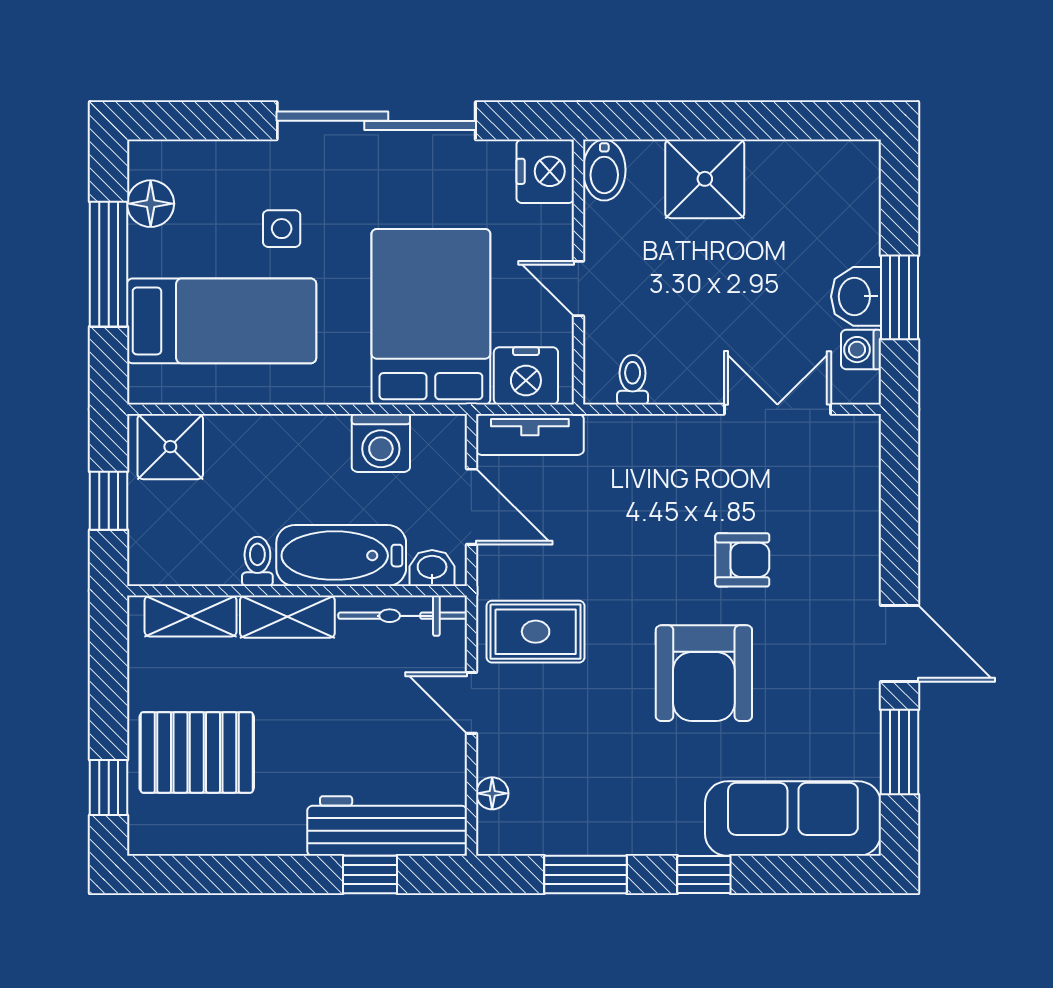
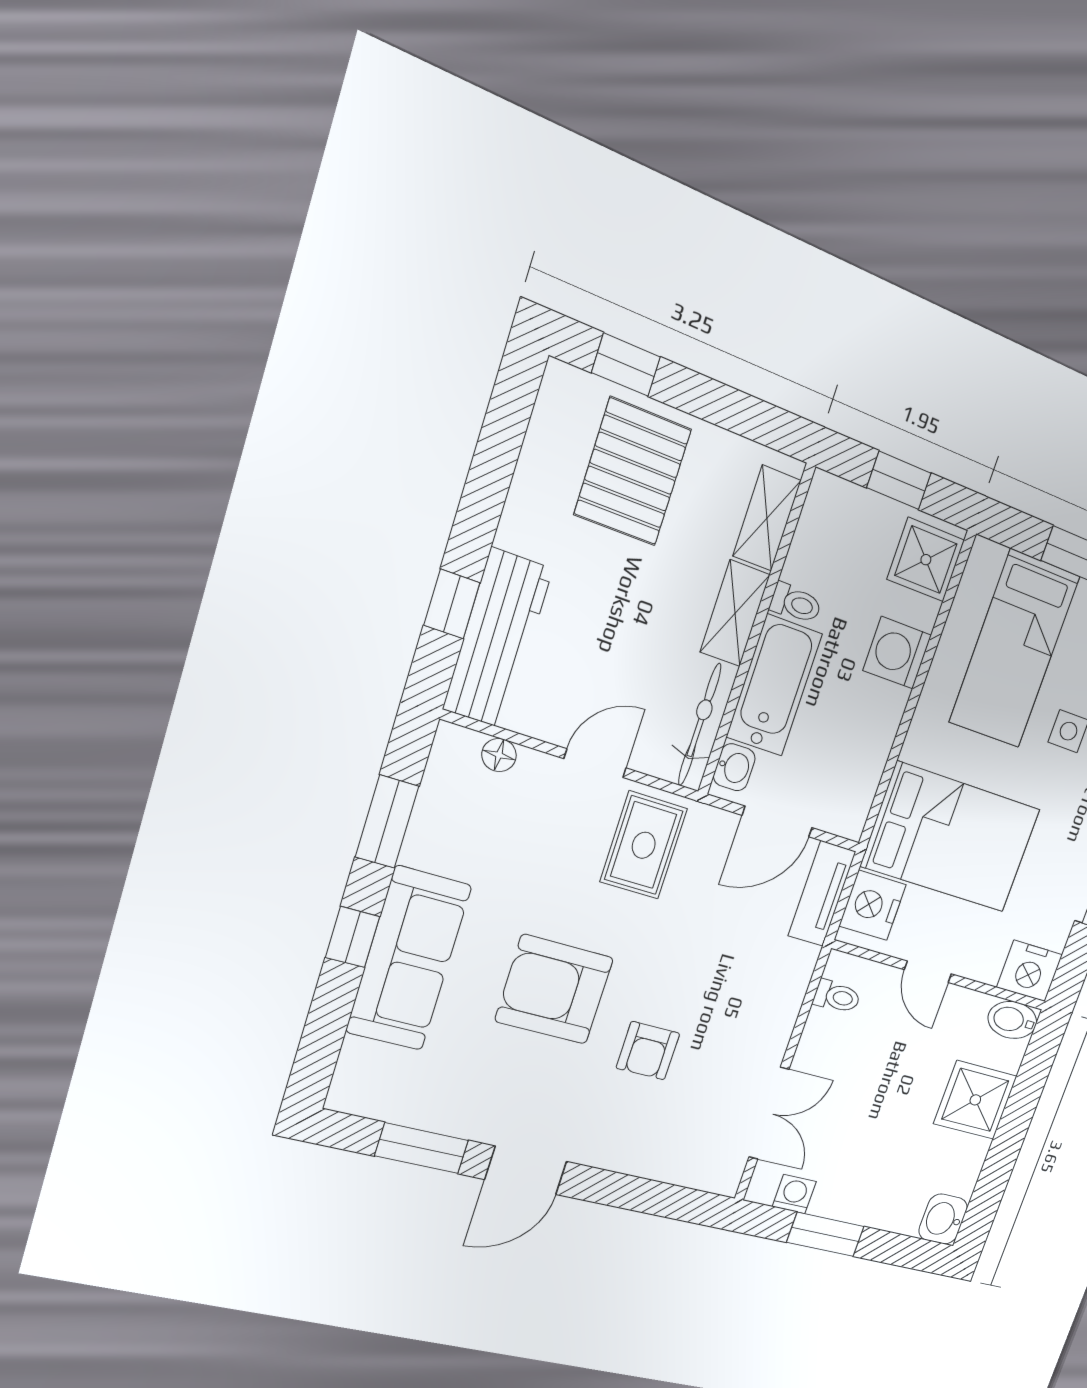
door: (578, 288) -> (928, 972), swing flipped
washbasin: (856, 296) -> (943, 1219), moved, turned -90
washing machine: (381, 443) -> (897, 653), moved
sofa: (793, 819) -> (409, 959), moved

